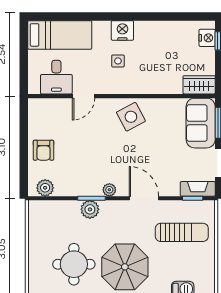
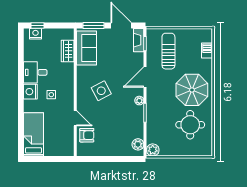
desk: (56, 77) -> (35, 72), moved, turned 180
wardrobe: (199, 85) -> (68, 51), moved
side table: (131, 117) -> (101, 91), moved
sofa: (201, 123) -> (87, 48), moved, turned -90
armchair: (43, 150) -> (87, 135), moved
plant: (90, 209) -> (153, 150), moved

